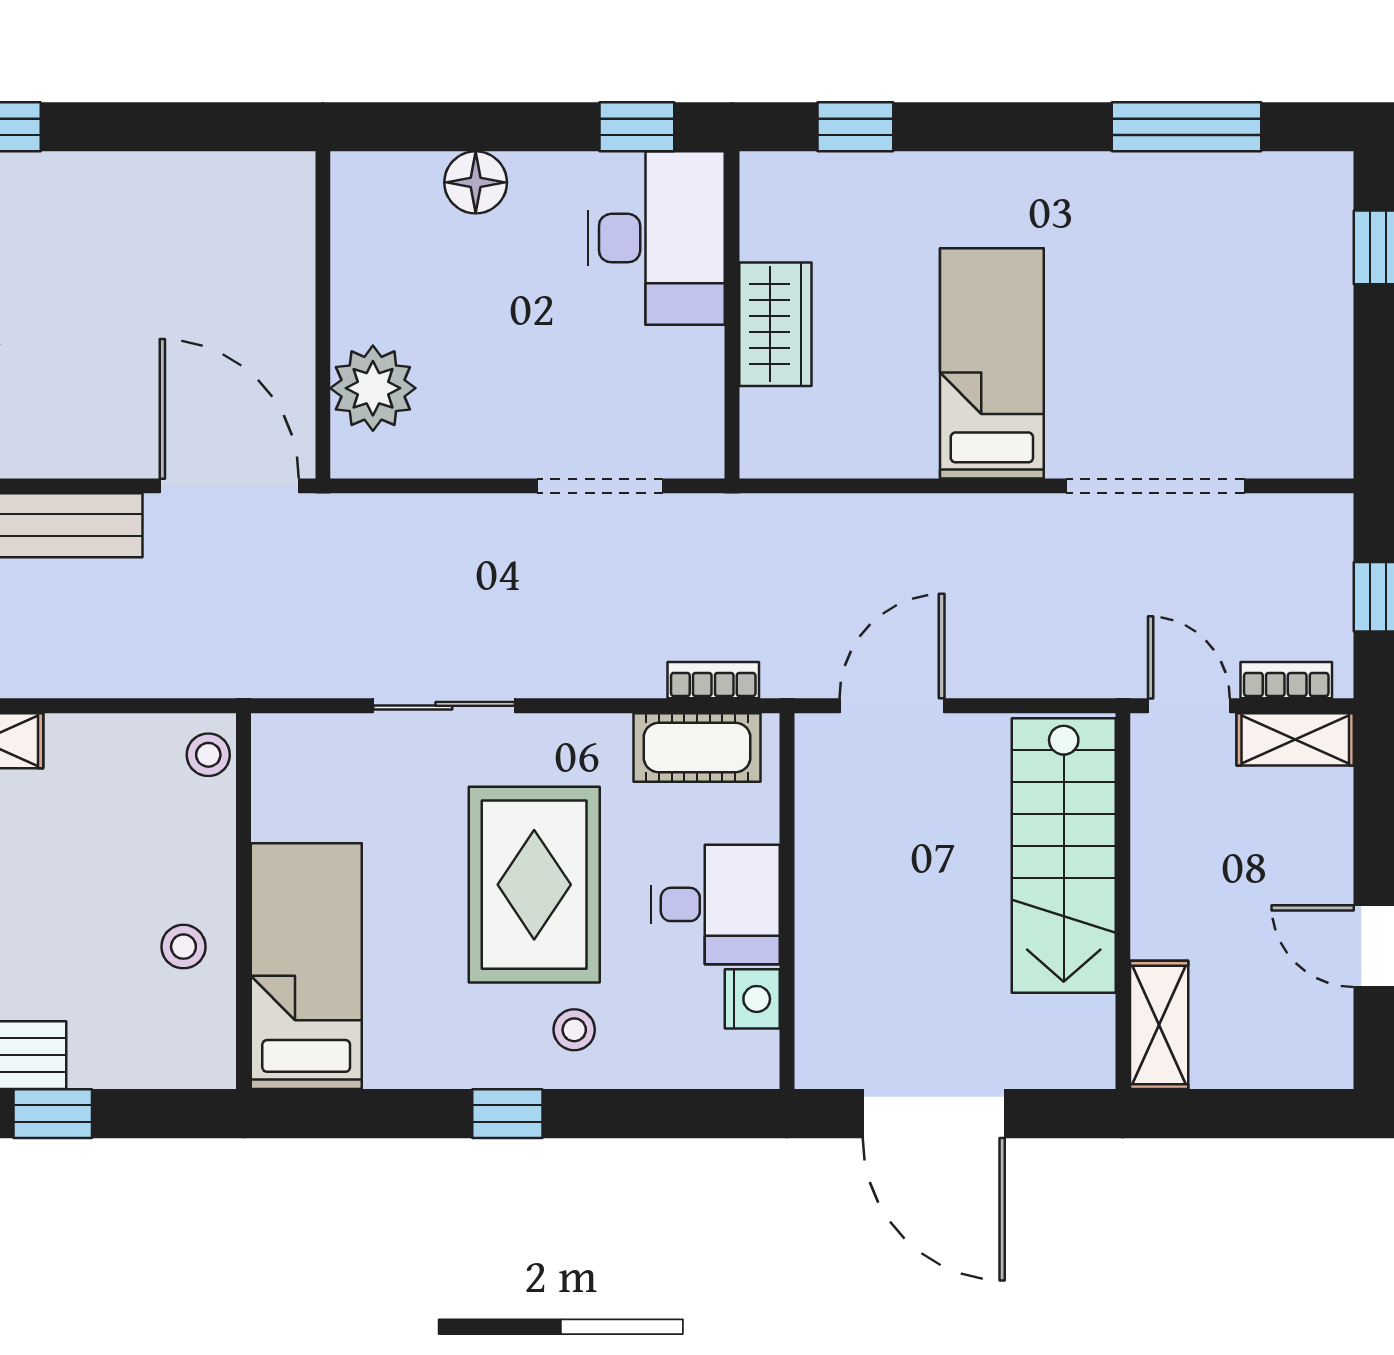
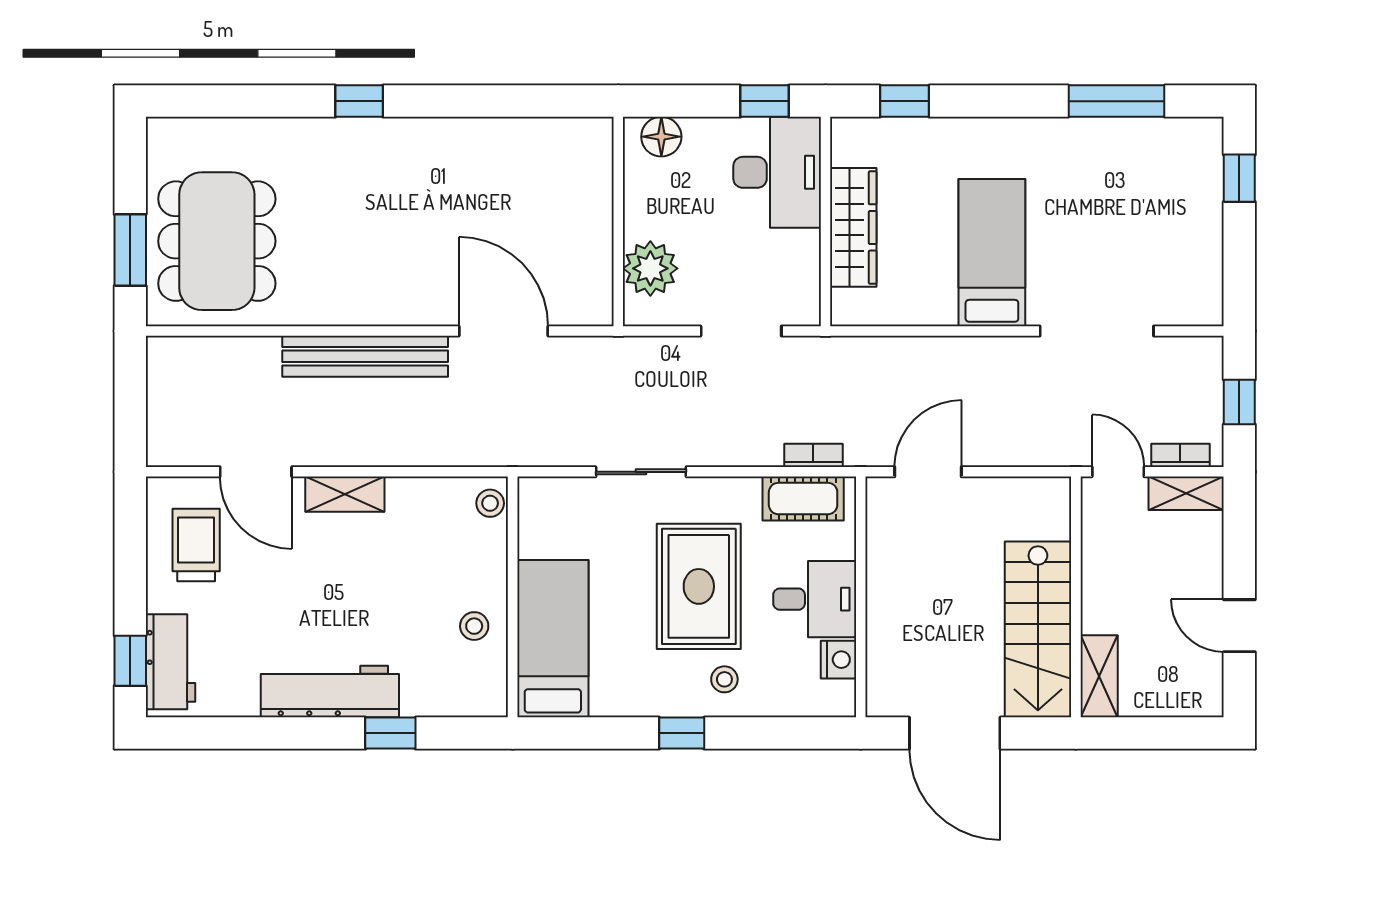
wall: (323, 315) -> (618, 221), moved
wardrobe: (775, 324) -> (853, 227), width x1.50
plant: (373, 388) -> (650, 268), moved
stairs: (1064, 856) -> (1038, 629), moved

